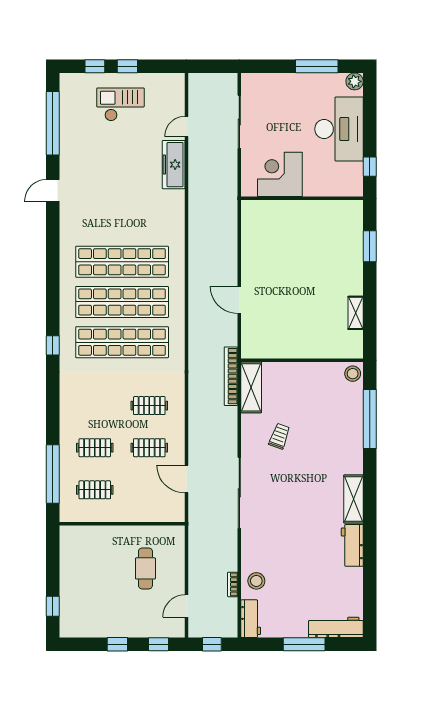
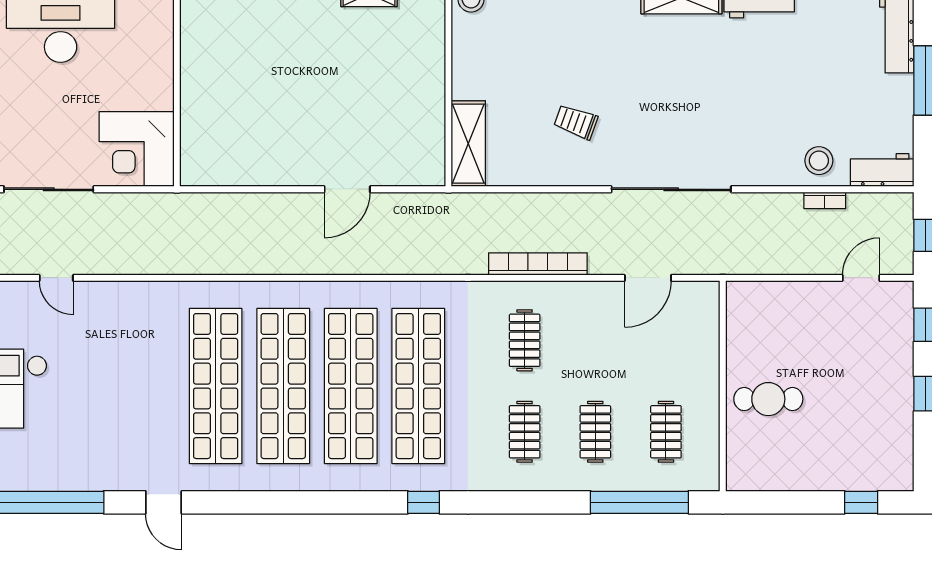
freezer: (174, 165) -> (120, 300), removed
corner desk: (280, 174) -> (137, 149), moved
shop shelf: (122, 221) -> (216, 386), added
bookcase: (231, 376) -> (538, 264), moved, turned 180
shelving: (251, 387) -> (468, 144), moved, turned 90
clothes rail: (149, 448) -> (525, 432), moved
cafe table: (145, 568) -> (768, 399), moved
door: (186, 606) -> (861, 278), swing flipped

